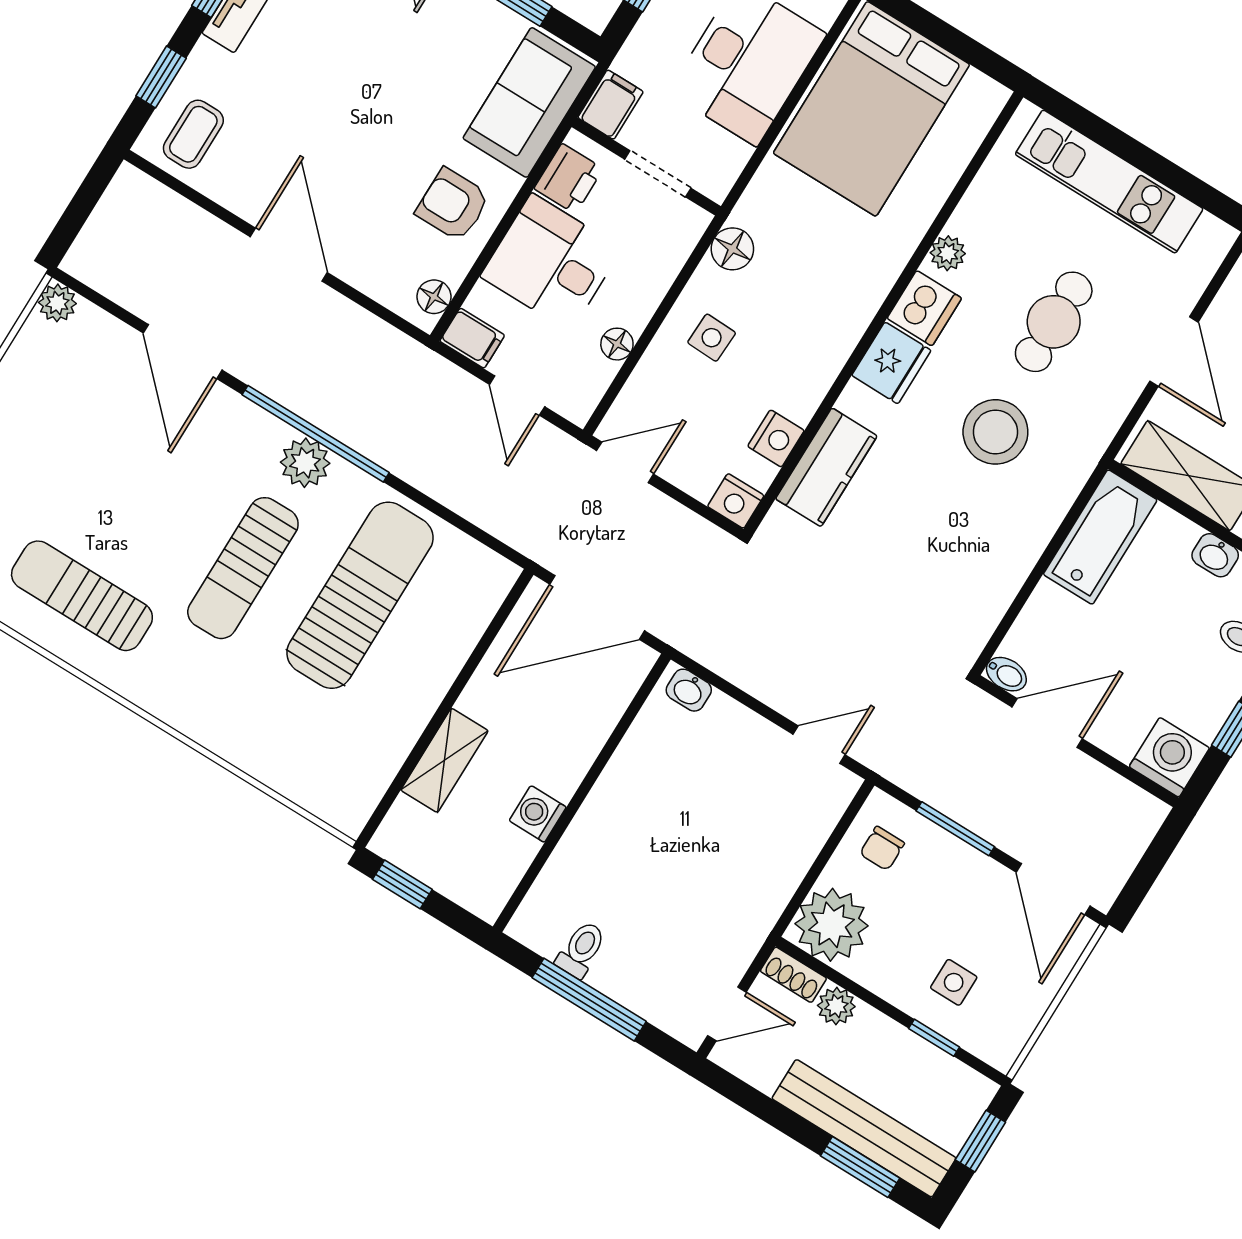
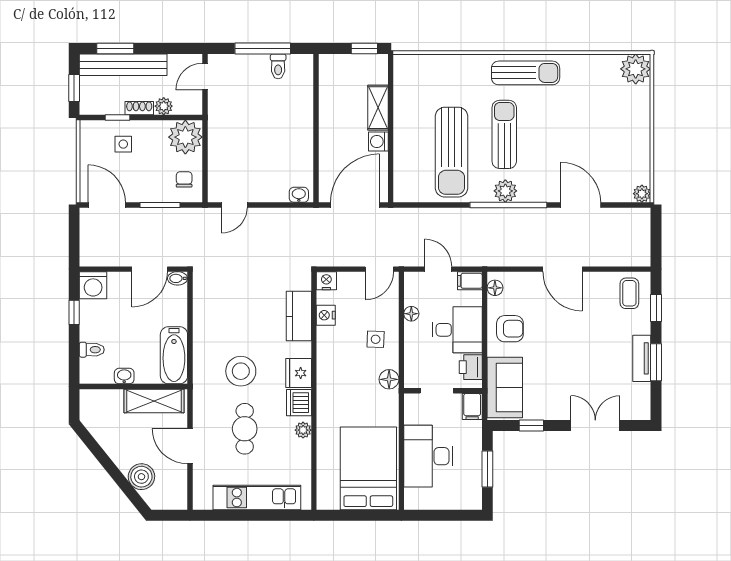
sun lounger: (82, 596) -> (526, 73), moved
washing machine: (538, 814) -> (378, 141), moved, turned 180
shoe rack: (793, 975) -> (139, 108), moved

